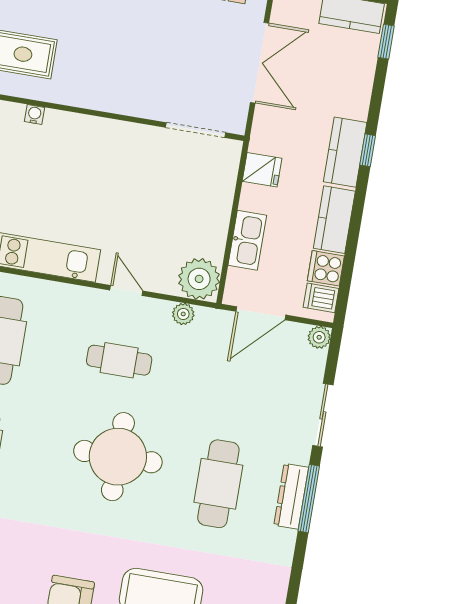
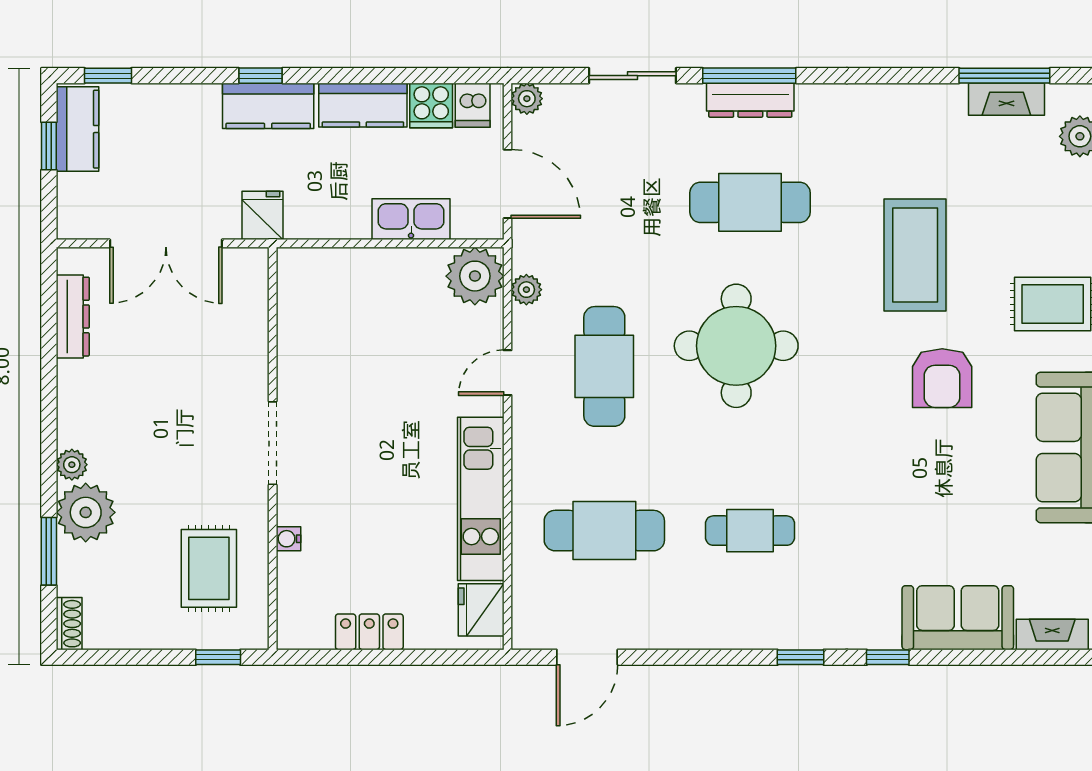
double door: (260, 63) -> (166, 243), swing flipped
doorway: (196, 130) -> (273, 443), moved
fridge: (262, 170) -> (262, 215), moved
cafe table: (119, 360) -> (604, 366), width x1.37, depth x1.35

